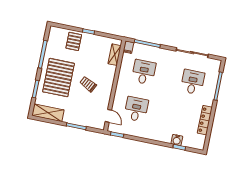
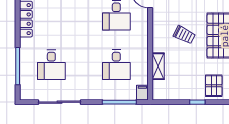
shelving: (115, 55) -> (158, 66), moved

